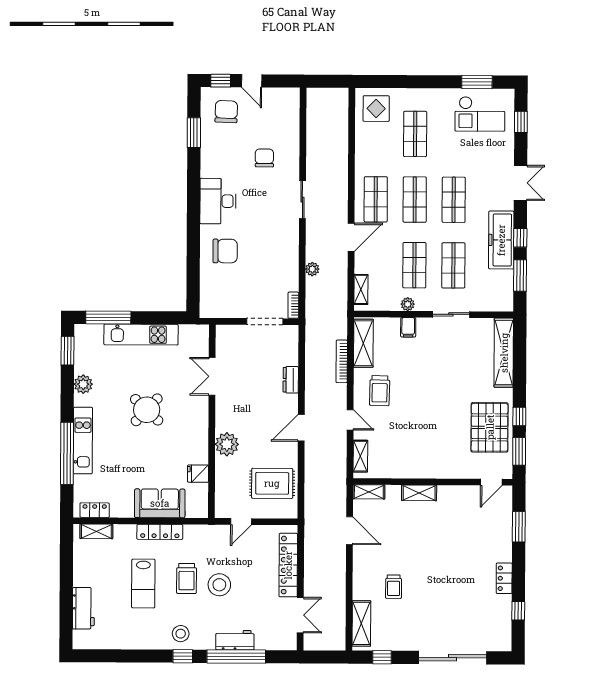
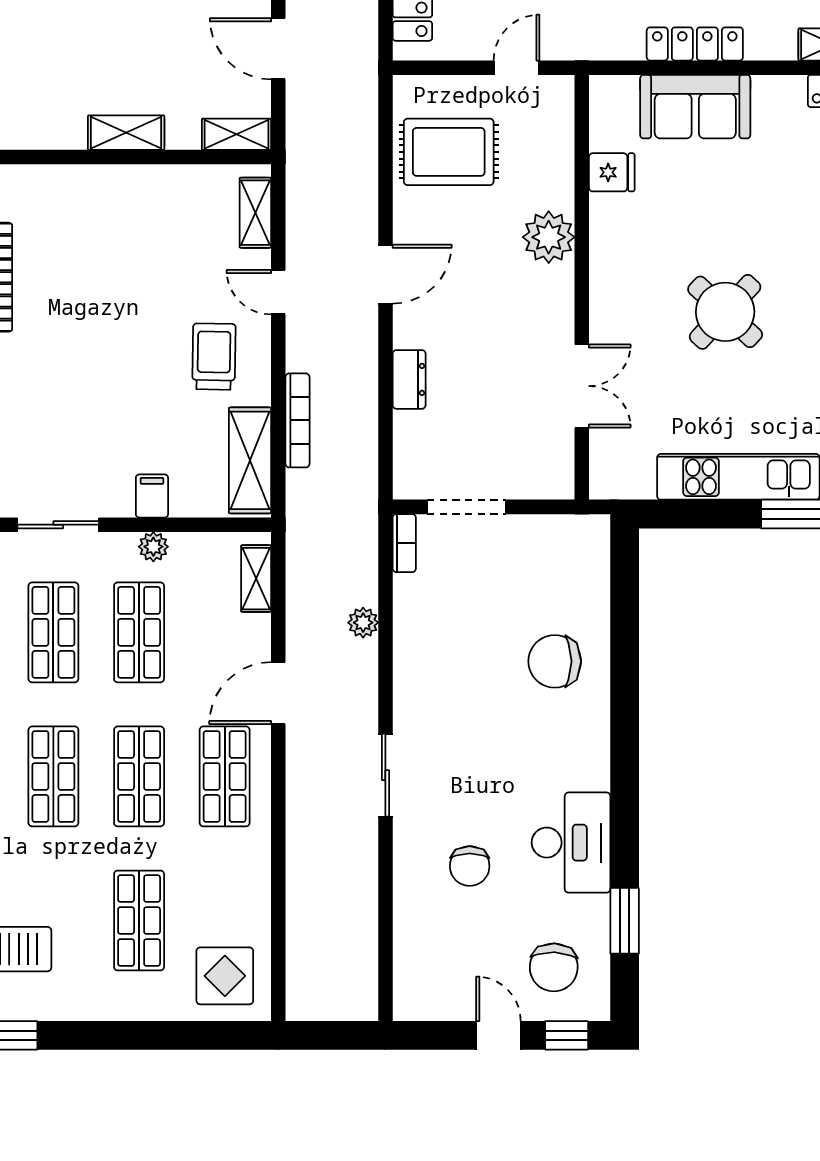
desk: (218, 201) -> (571, 843), moved

